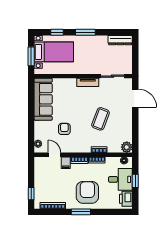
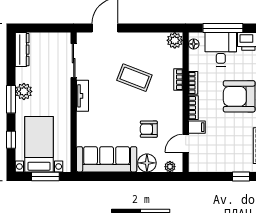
plant: (91, 41) -> (24, 91), added
floor lamp: (41, 128) -> (147, 163), added
window: (135, 181) -> (223, 28), width x2.17

